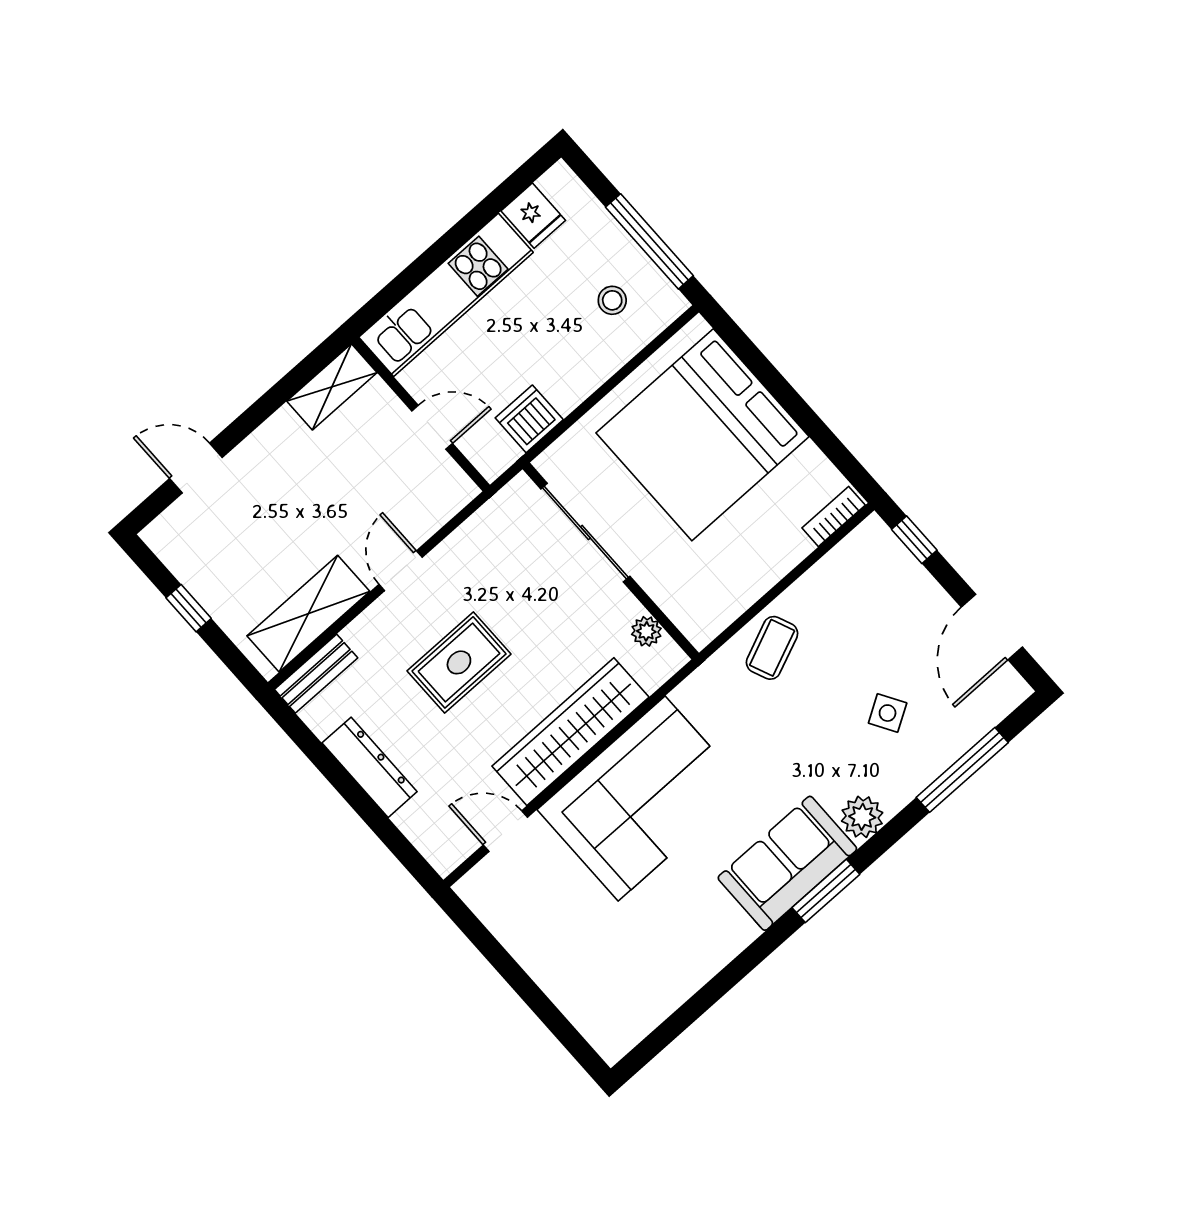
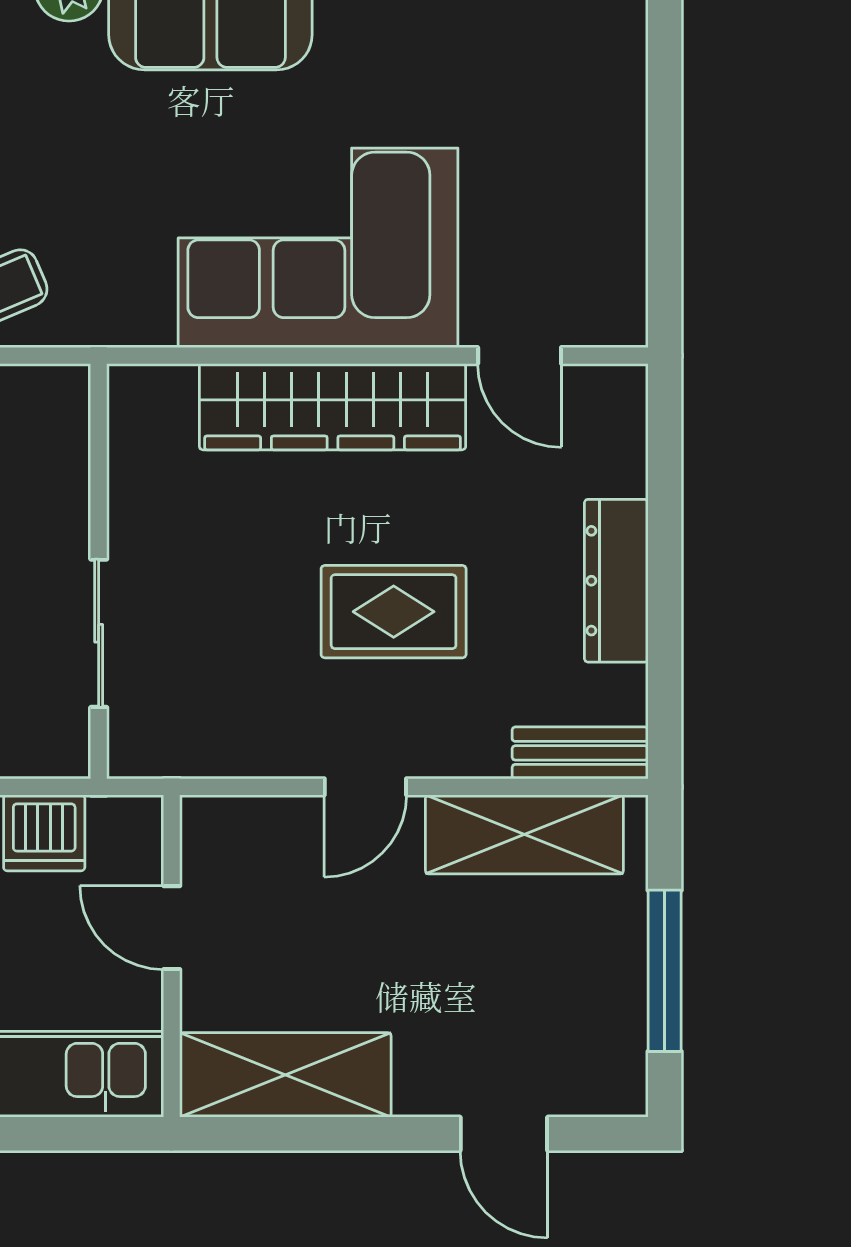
shelving: (332, 387) -> (285, 1075), width x1.50, depth x1.33
sliding door: (585, 533) -> (99, 633), width x0.73
window: (189, 608) -> (665, 971), width x2.17
plant: (646, 631) -> (131, 447), removed

